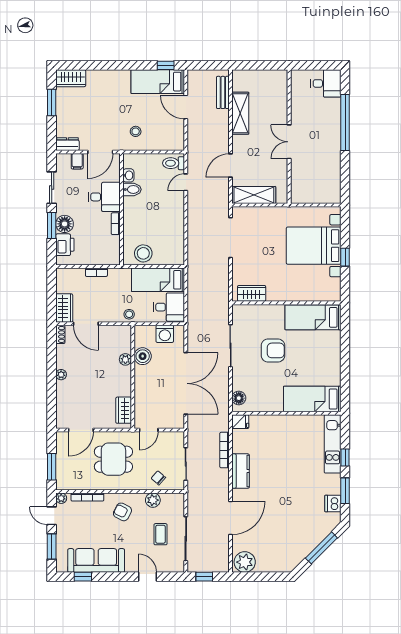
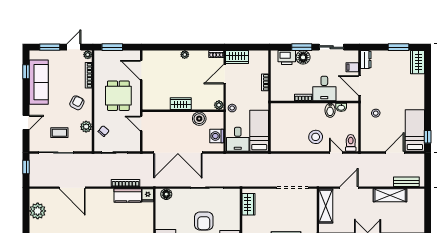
door: (230, 165) -> (349, 188), hinge flipped
stool: (143, 253) -> (316, 137), moved
plant: (125, 359) -> (219, 105), moved
wardrobe: (124, 410) -> (181, 104), moved
kitchen counter: (241, 471) -> (128, 196), moved
plant: (245, 562) -> (38, 211), moved

